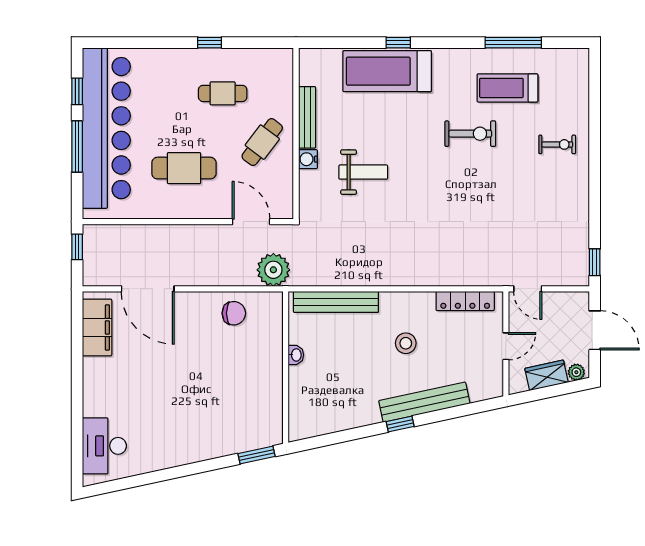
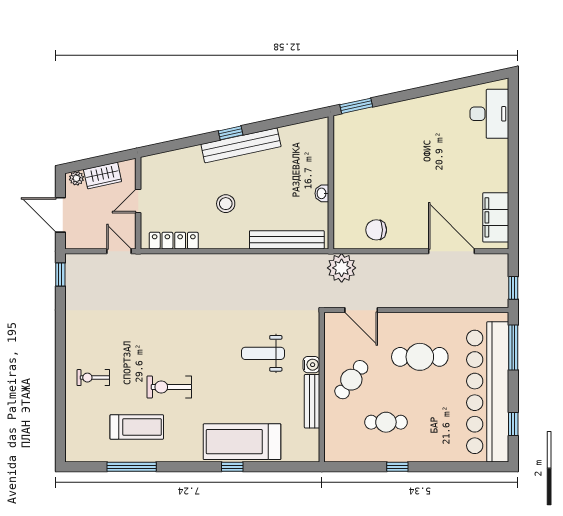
treadmill: (387, 71) -> (242, 442), turned 180
window: (77, 147) -> (513, 348), moved
bench: (424, 402) -> (241, 145), moved

